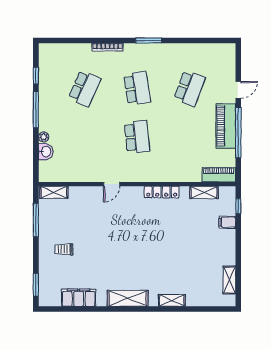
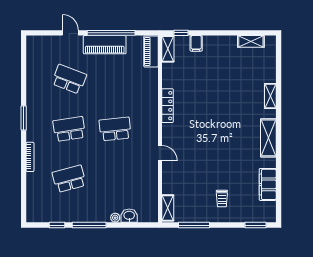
school desk: (85, 88) -> (69, 179), turned -39
shelving: (204, 192) -> (168, 49), moved

